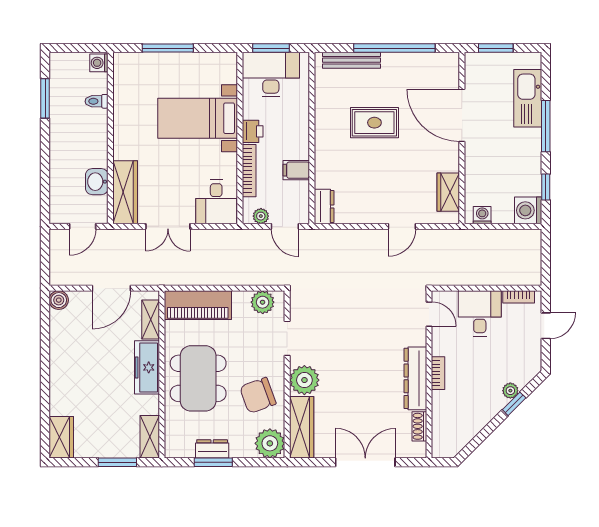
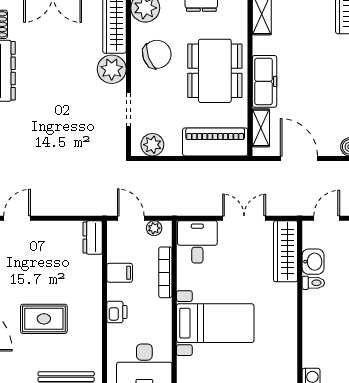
toilet: (97, 101) -> (313, 283), moved
printer: (253, 131) -> (117, 312), moved, turned 180
door: (111, 288) -> (299, 158), hinge flipped

